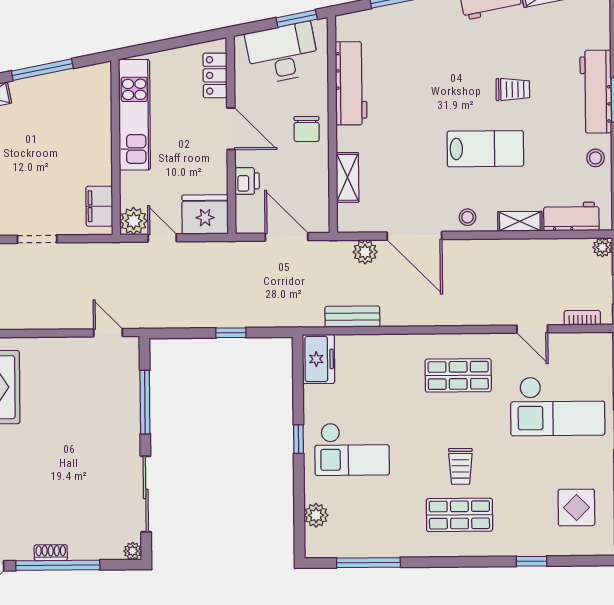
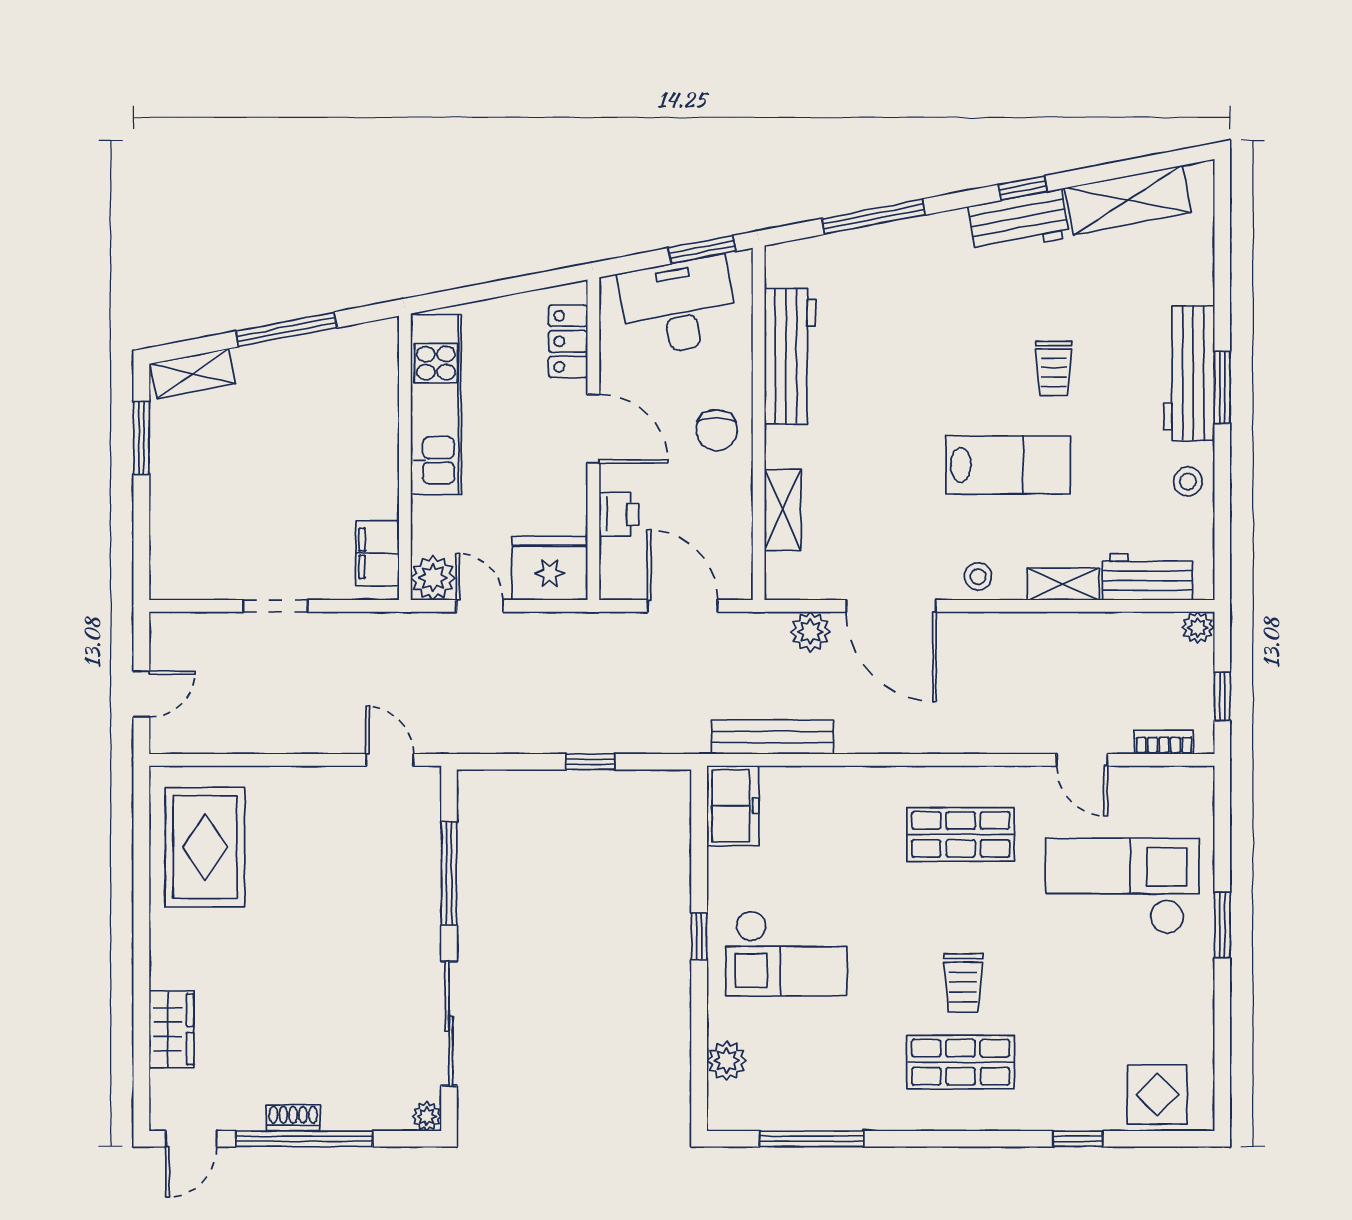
trolley: (513, 89) -> (1054, 369), turned 90
bench: (352, 317) -> (773, 737), width x1.36
checkout: (558, 406) -> (1122, 886), turned 180
display table: (576, 508) -> (1157, 1094), moved

